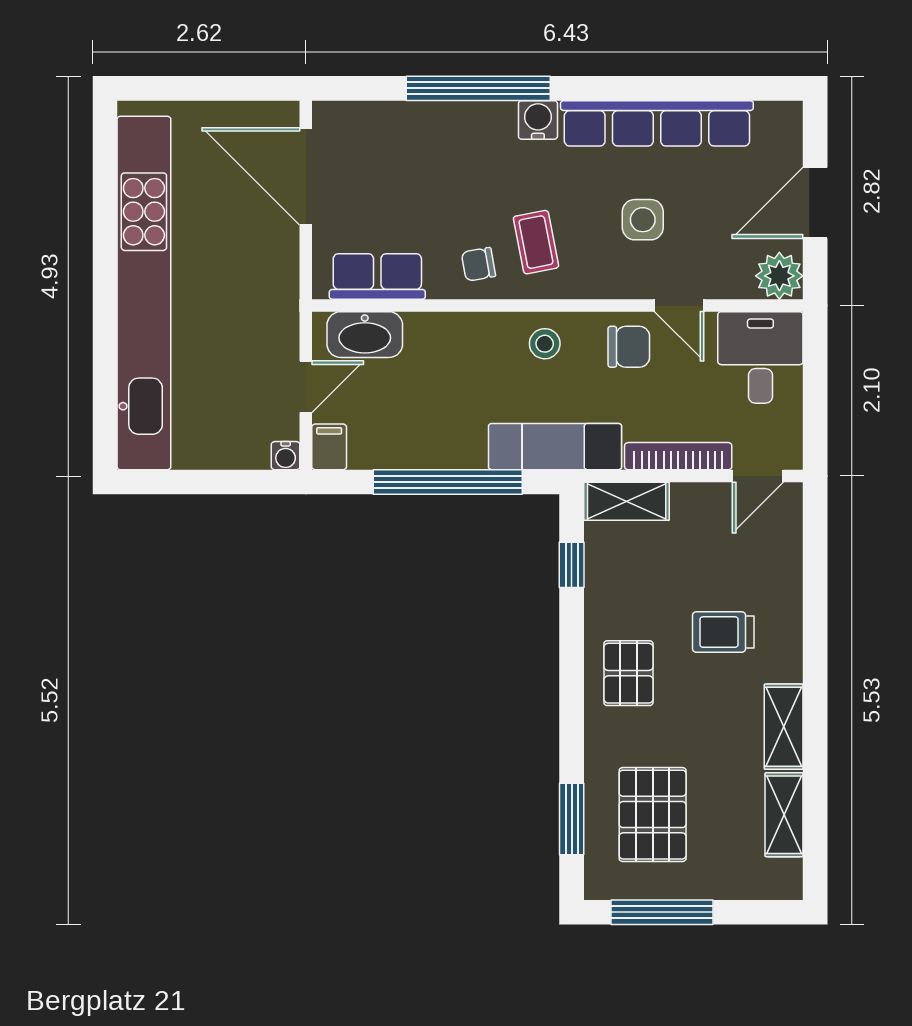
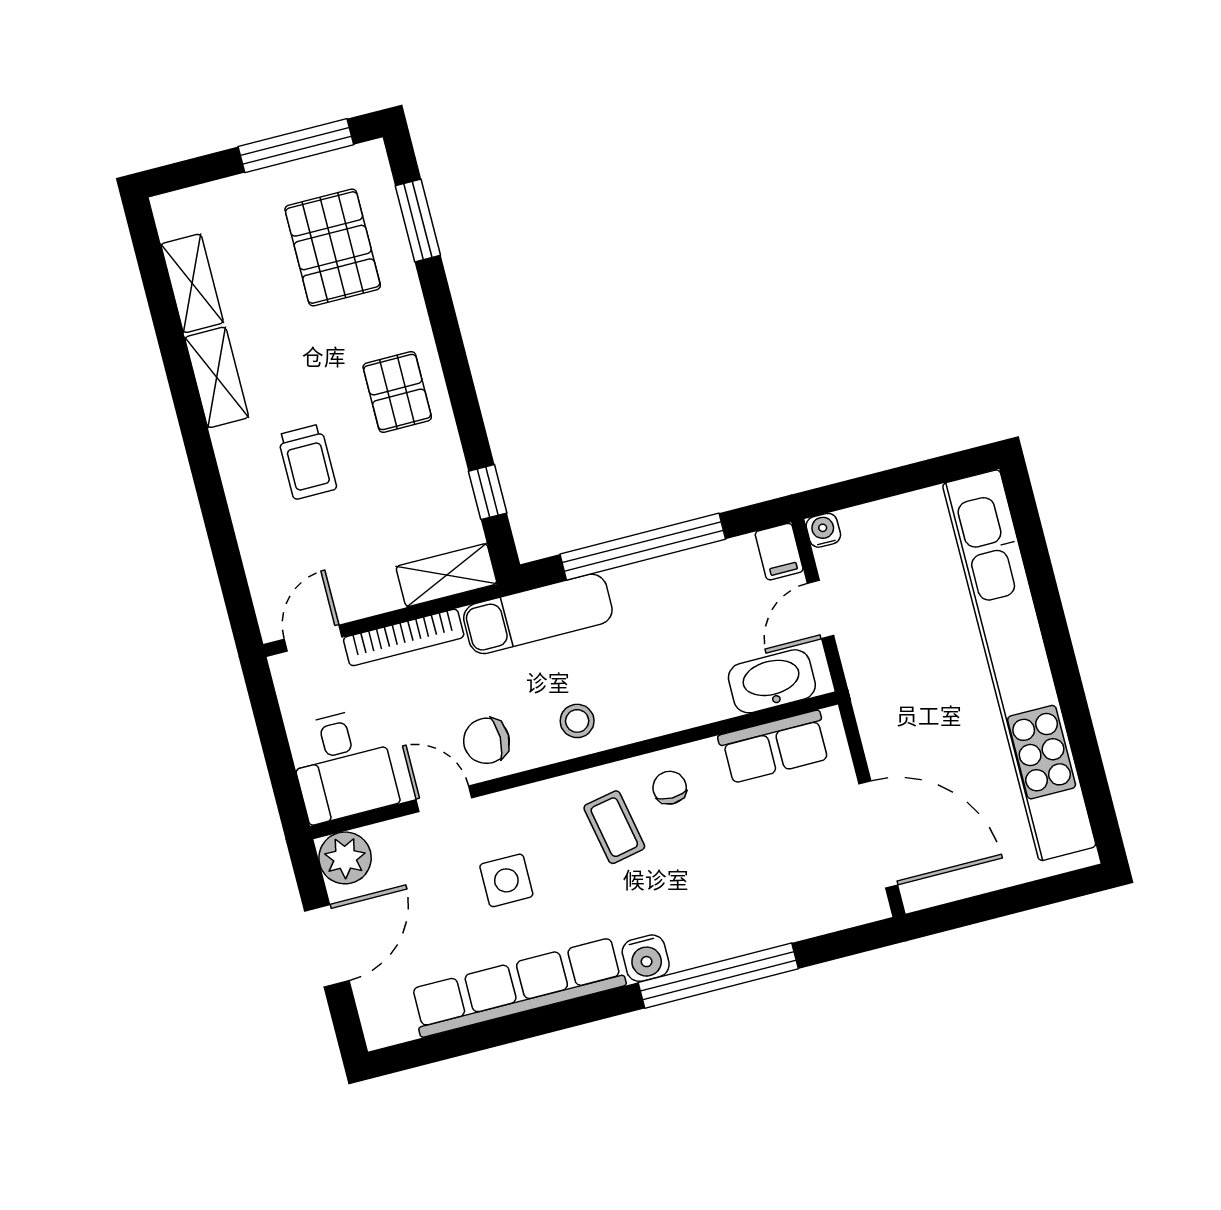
chair: (479, 264) -> (670, 788), turned -80
trolley: (723, 632) -> (307, 462), turned 90

